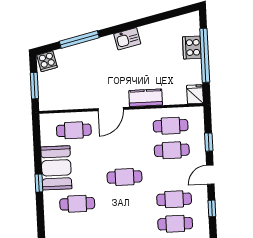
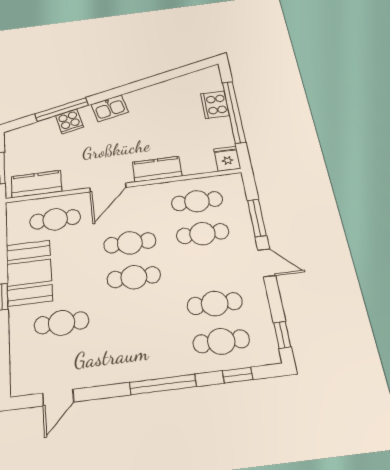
kitchen sink: (127, 39) -> (110, 108), moved
cooker: (47, 61) -> (69, 121), moved
kitchen counter: (61, 101) -> (36, 184), added
window: (209, 142) -> (257, 218), width x1.50
cafe table: (123, 153) -> (130, 243), added
door: (210, 175) -> (267, 263), swing flipped
window: (212, 208) -> (282, 335), moved

